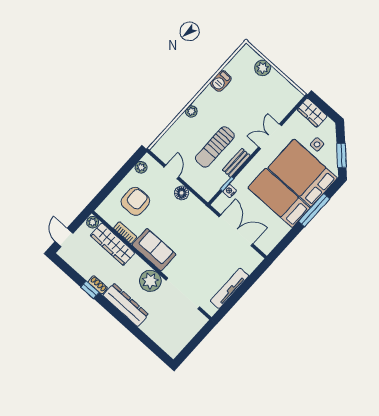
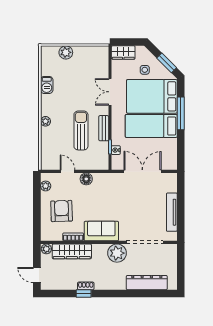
sun lounger: (215, 147) -> (81, 130), turned 180
dresser: (126, 305) -> (147, 283), moved

